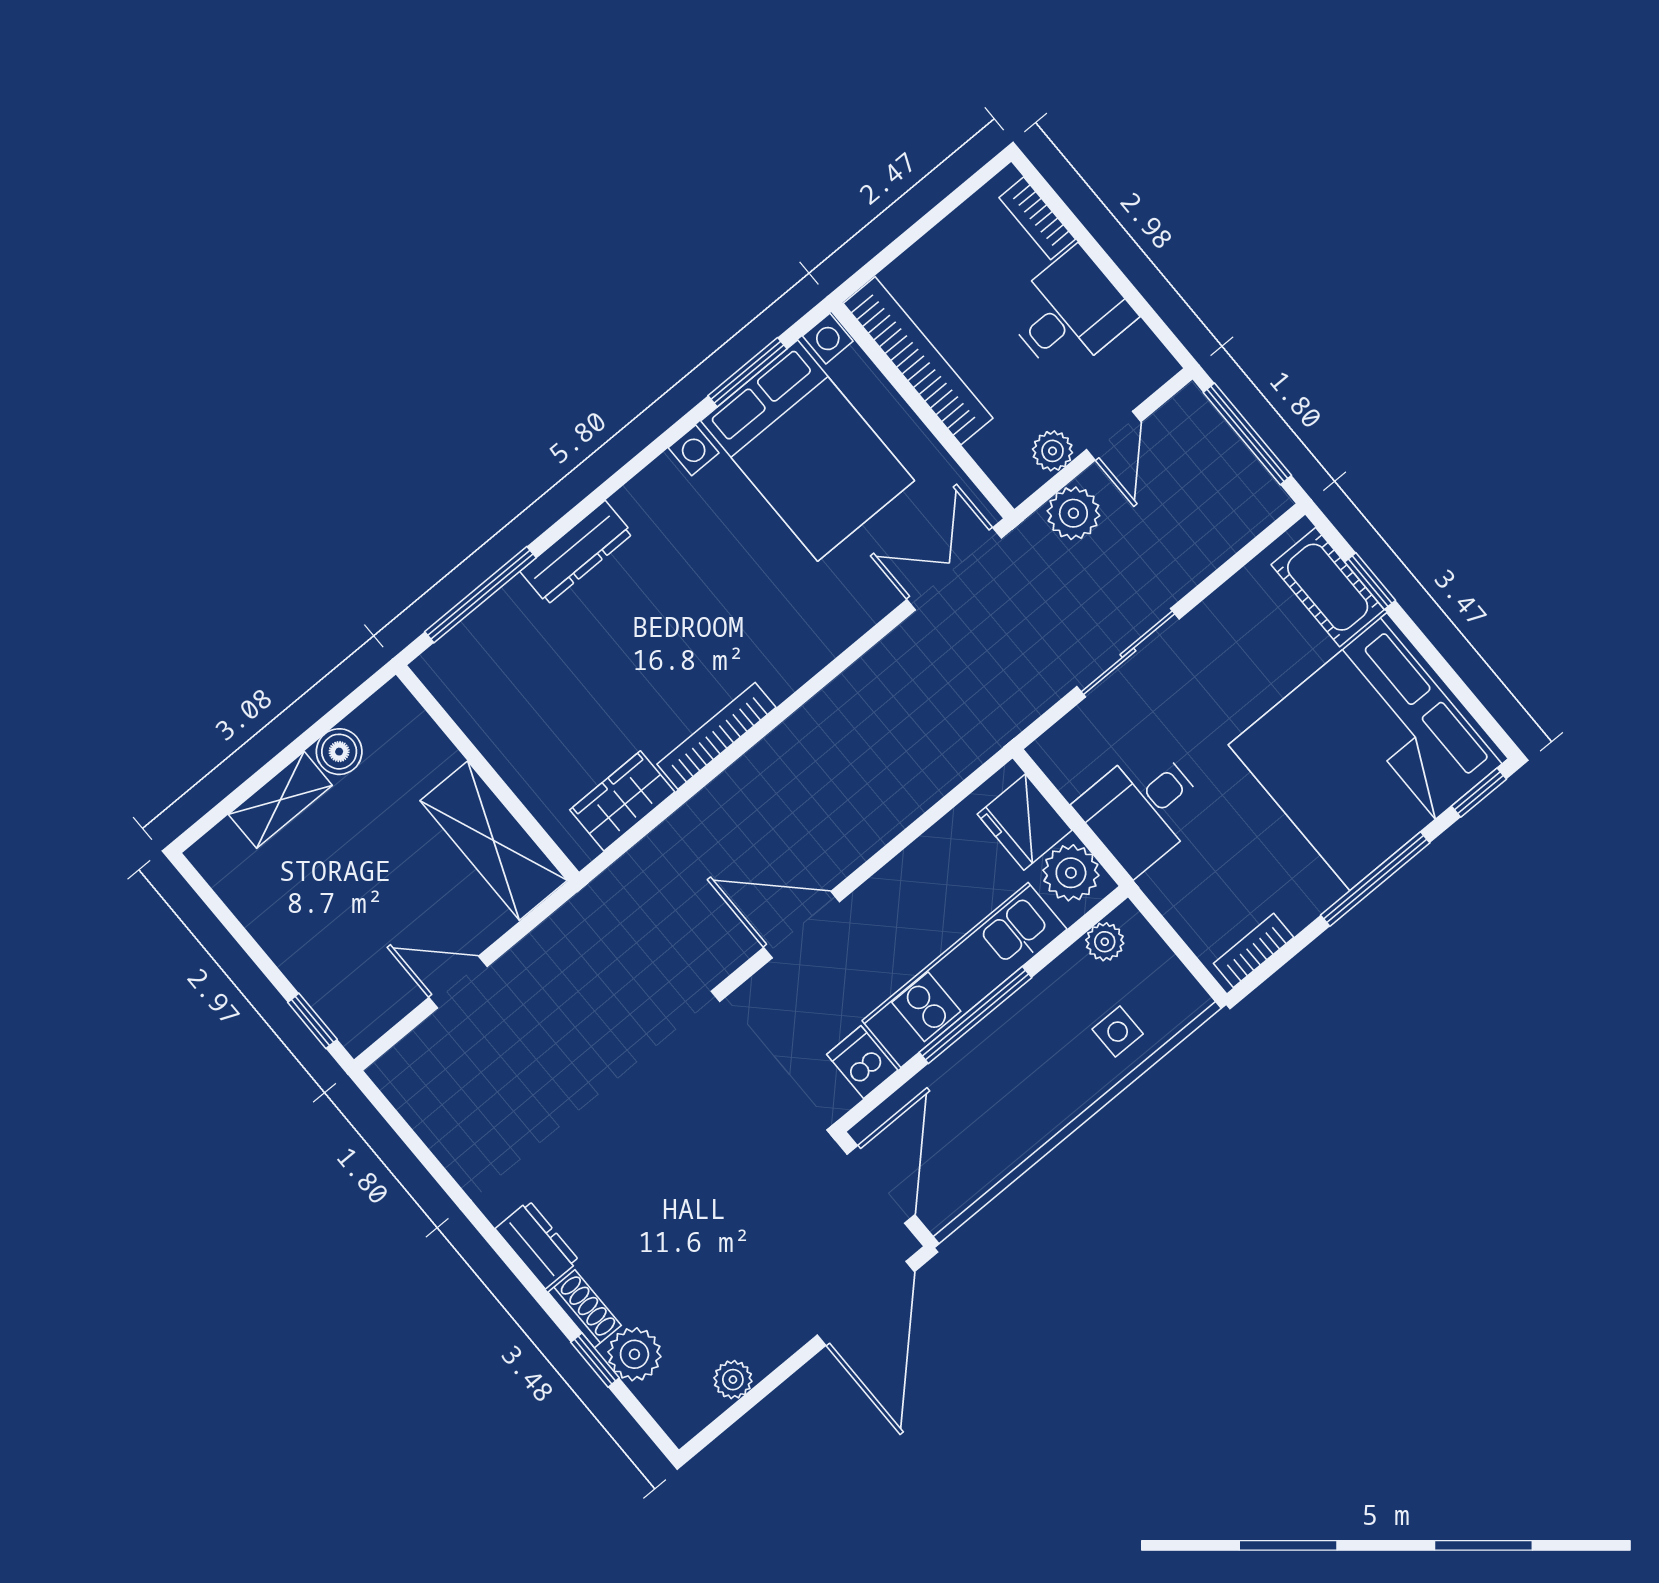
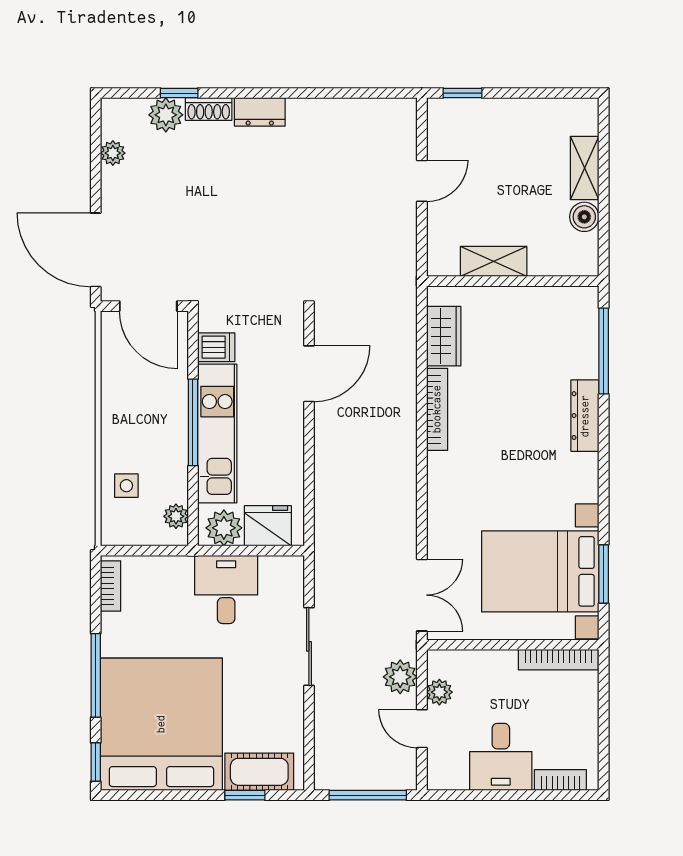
bookcase: (918, 361) -> (558, 660), width x0.68, depth x0.76
shelving: (494, 841) -> (494, 261), width x0.67, depth x0.75

